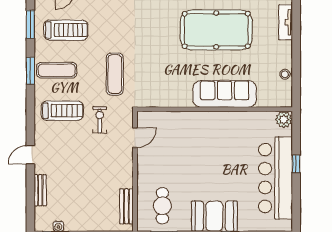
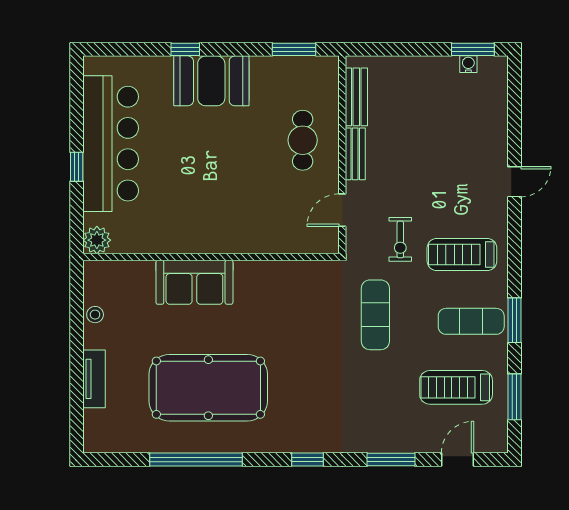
tv unit: (286, 22) -> (94, 379), moved
sofa: (225, 94) -> (194, 282), width x0.73
bench: (40, 190) -> (355, 154), moved
cafe table: (162, 206) -> (303, 140), moved

